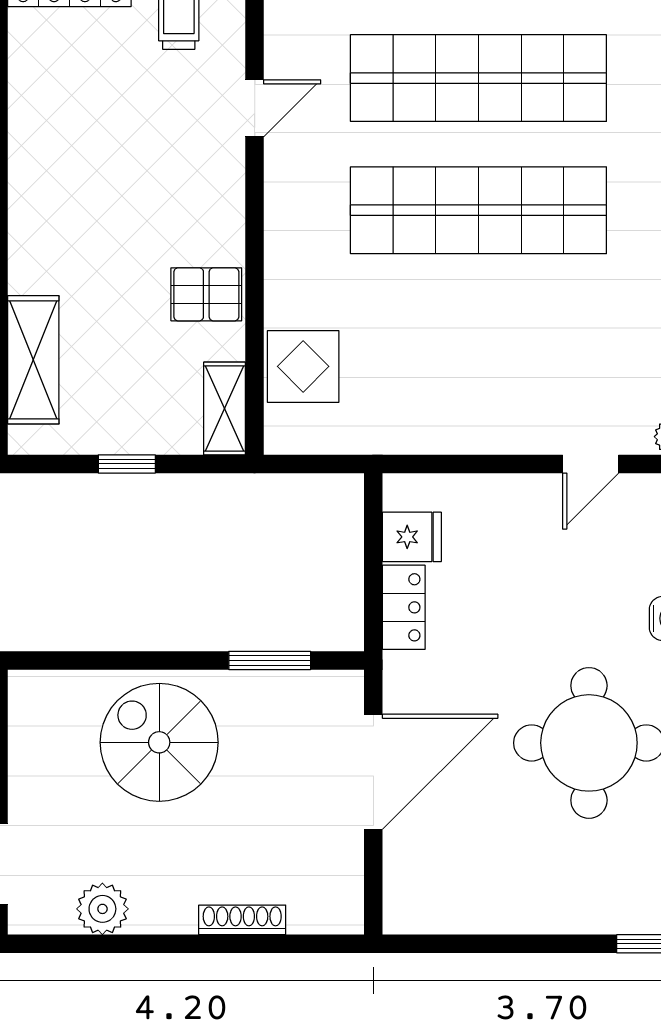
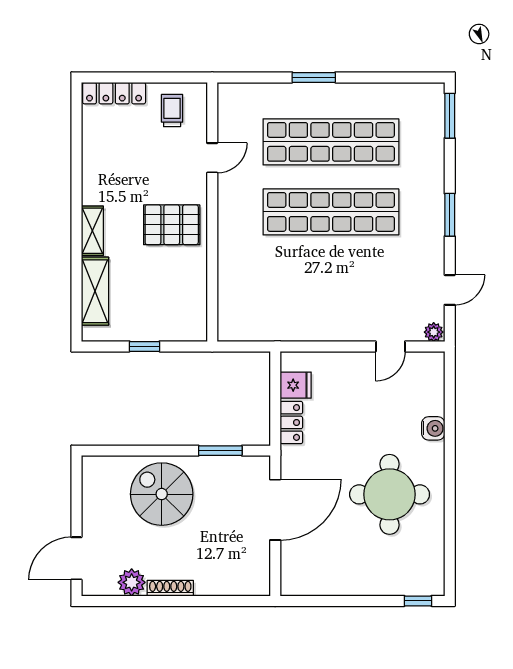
pallet: (206, 294) -> (172, 225), moved, width x1.50, depth x1.42
display table: (303, 366) -> (238, 295), removed
shelving: (225, 408) -> (92, 231), moved
shoe rack: (242, 920) -> (170, 588), moved

